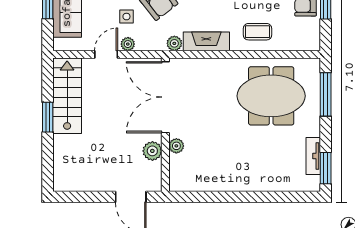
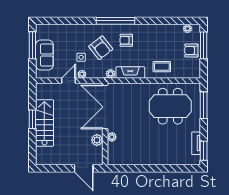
stairs: (67, 96) -> (44, 123), moved

